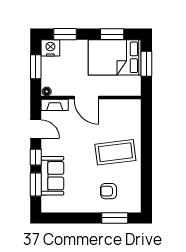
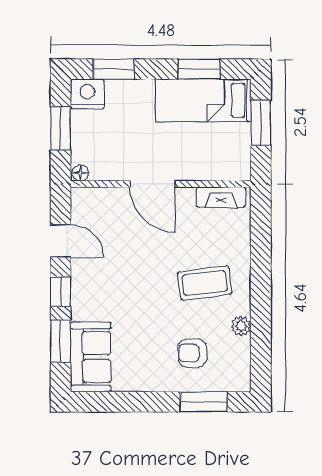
bed: (115, 57) -> (203, 100), width x0.67
fireplace: (55, 105) -> (221, 197), moved
coffee table: (115, 152) -> (205, 283), width x0.73, depth x0.76
sofa: (52, 176) -> (91, 357), moved
plant: (135, 176) -> (241, 326), added

